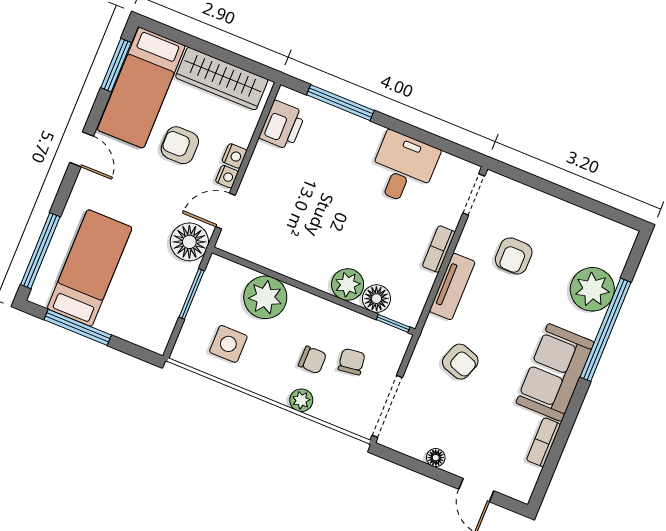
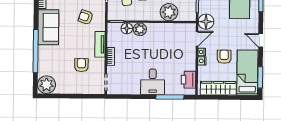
armchair: (180, 145) -> (224, 57), turned -90
desk: (403, 168) -> (153, 82), moved
plant: (592, 289) -> (46, 85), moved

